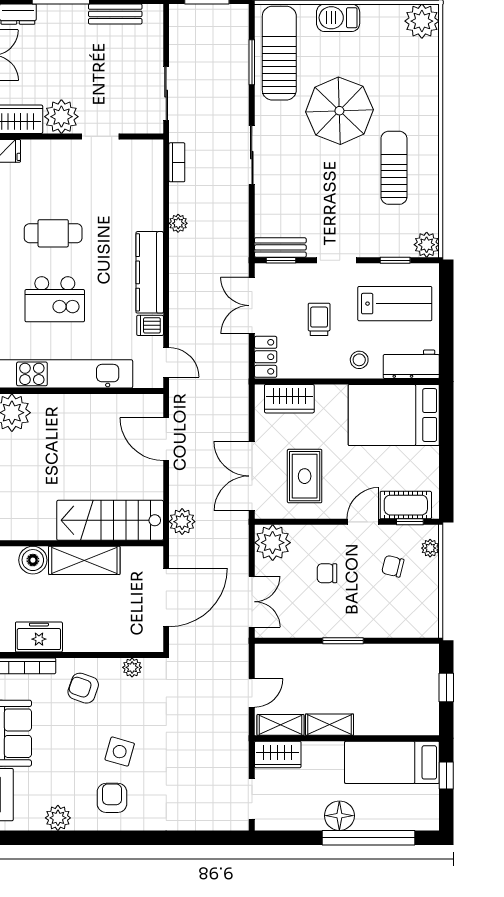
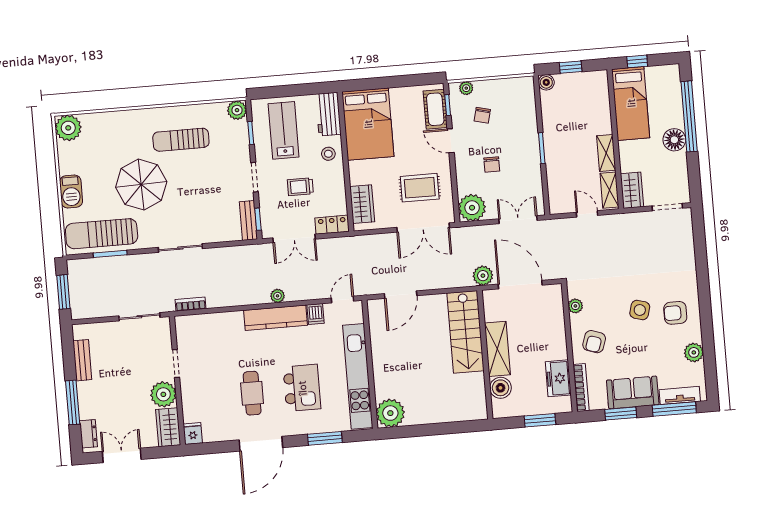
plant: (178, 223) -> (277, 296), moved
plant: (182, 522) -> (483, 276), moved
boiler: (429, 654) -> (546, 82), added

